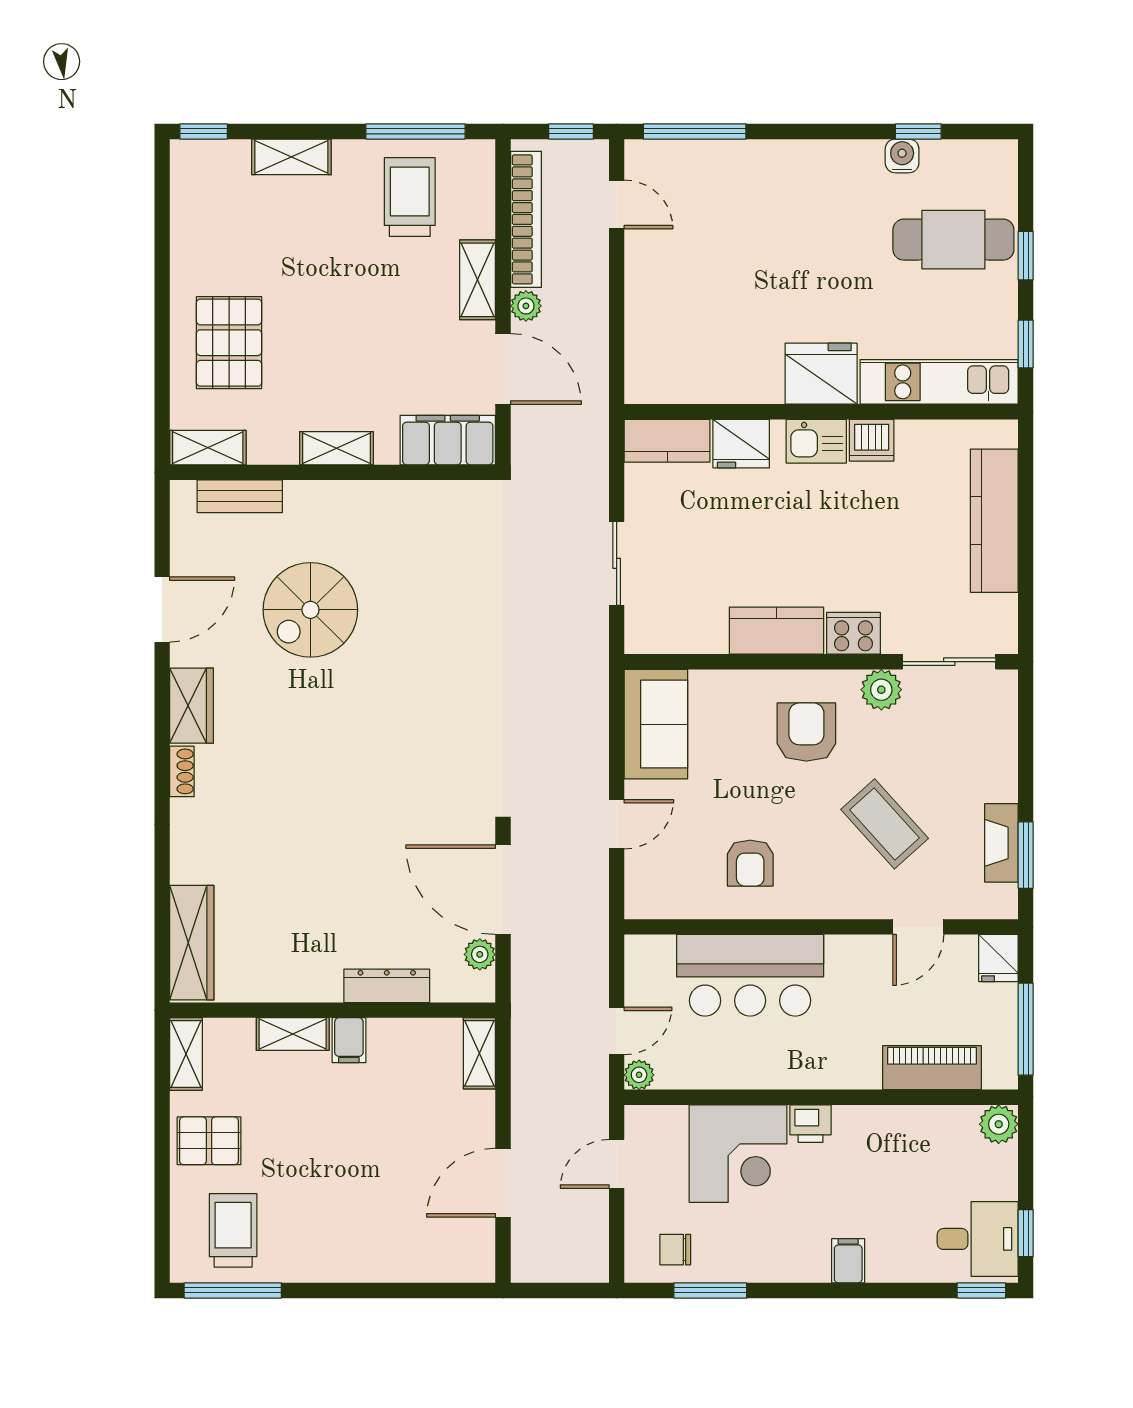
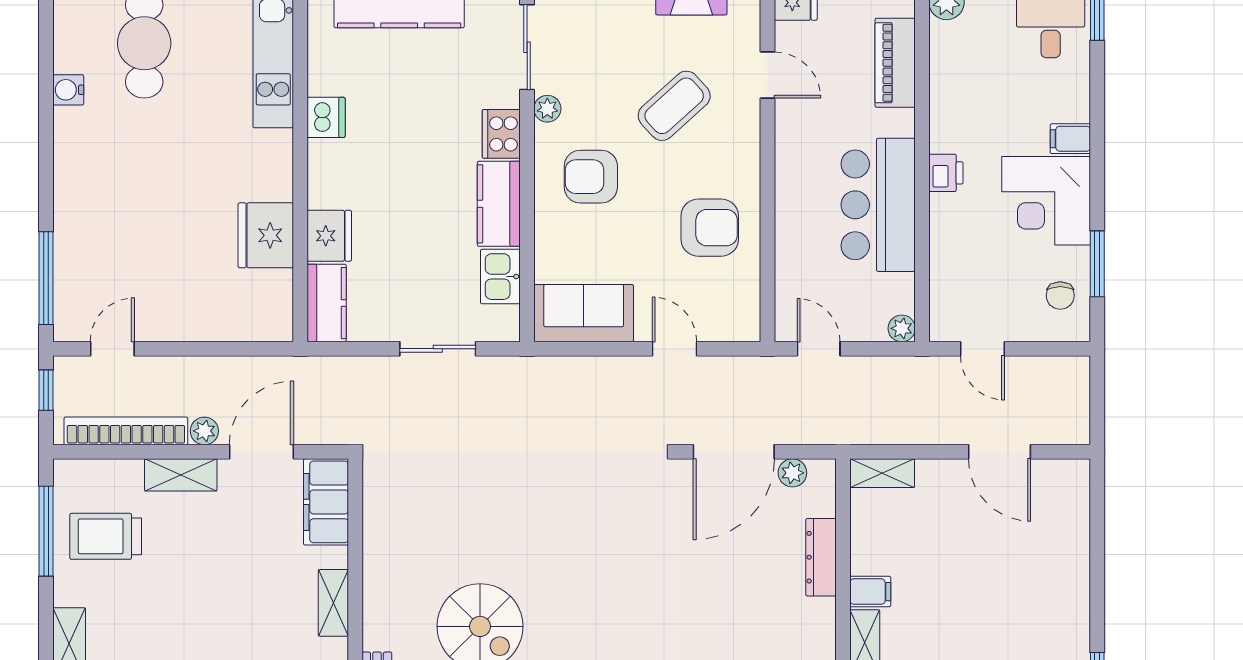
window: (918, 131) -> (46, 75), removed
fridge: (821, 374) -> (266, 235), moved
kitchen sink: (816, 441) -> (500, 277), moved, turned 180
plant: (881, 690) -> (547, 109), width x0.73, depth x0.73
armchair: (750, 863) -> (710, 228), width x1.38, depth x1.38
bar counter: (750, 975) -> (878, 205), moved, turned 180
door: (617, 1031) -> (819, 349), moved
corner desk: (738, 1154) -> (1046, 201), moved, turned 180

